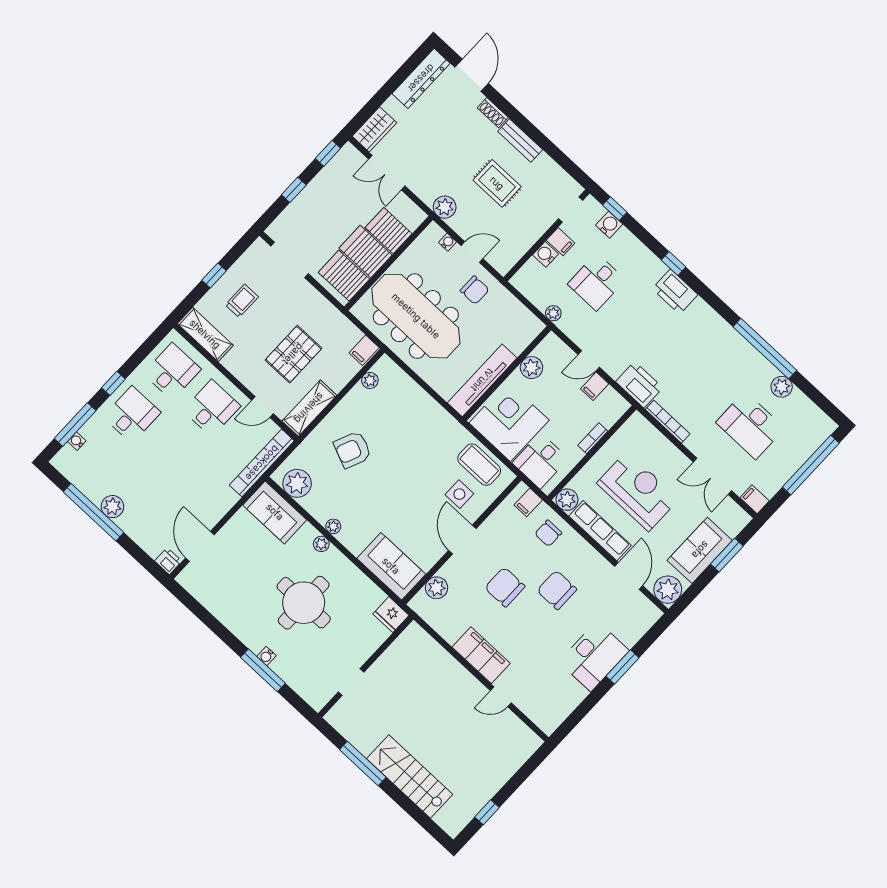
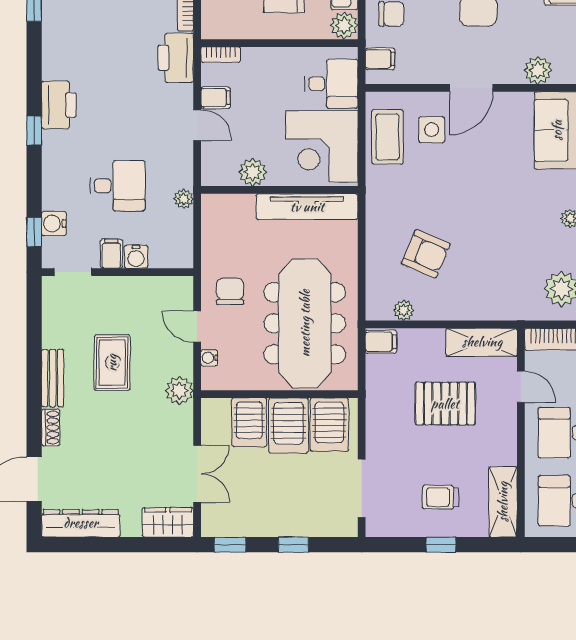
bookcase: (593, 438) -> (221, 55), moved
armchair: (353, 450) -> (426, 254), moved

